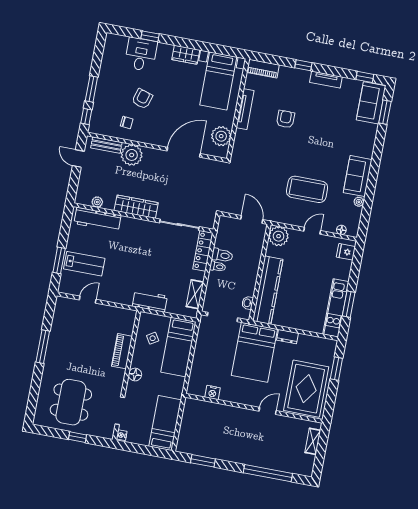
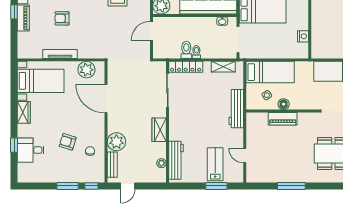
piano: (263, 69) -> (23, 18), moved
wardrobe: (136, 207) -> (159, 130), width x0.67
workbench: (150, 301) -> (236, 109), width x1.37
floor lamp: (135, 375) -> (284, 104), moved

